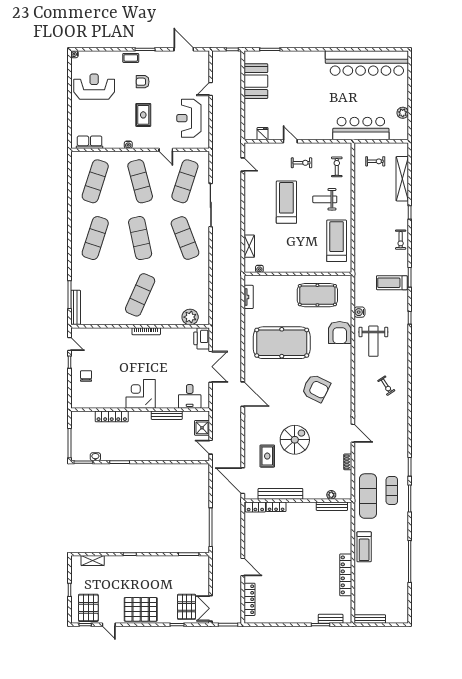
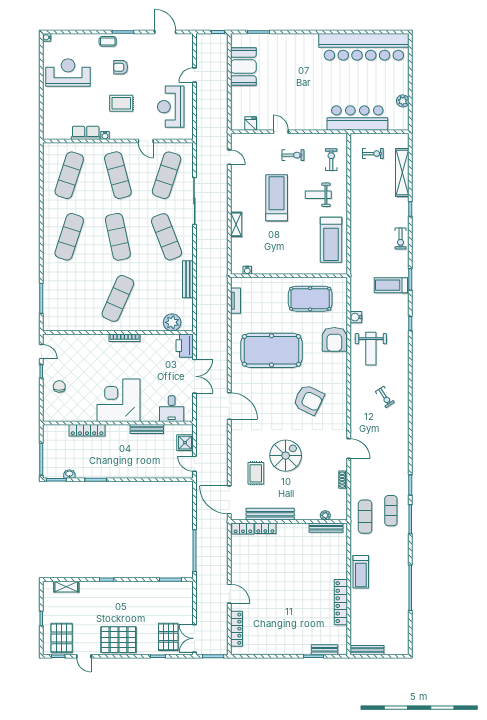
rug: (143, 115) -> (121, 103), turned 90
row of seats: (90, 142) -> (86, 133), moved
treadmill: (337, 241) -> (331, 240), turned 180
shelving: (249, 246) -> (236, 224), moved
bench: (76, 307) -> (188, 279), moved
corner desk: (141, 394) -> (118, 400), width x1.36, depth x1.36
exercise mat: (368, 496) -> (365, 517), width x0.73, depth x0.69

